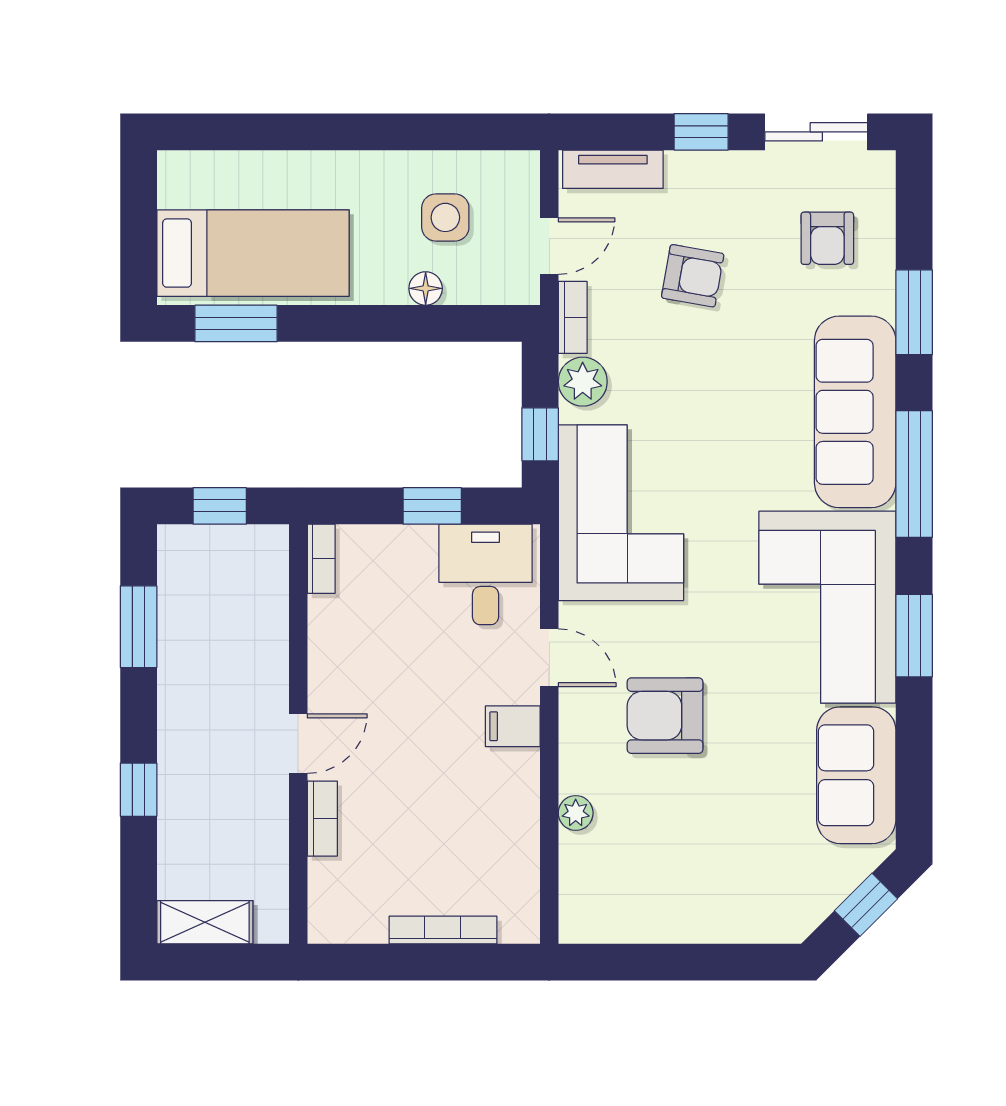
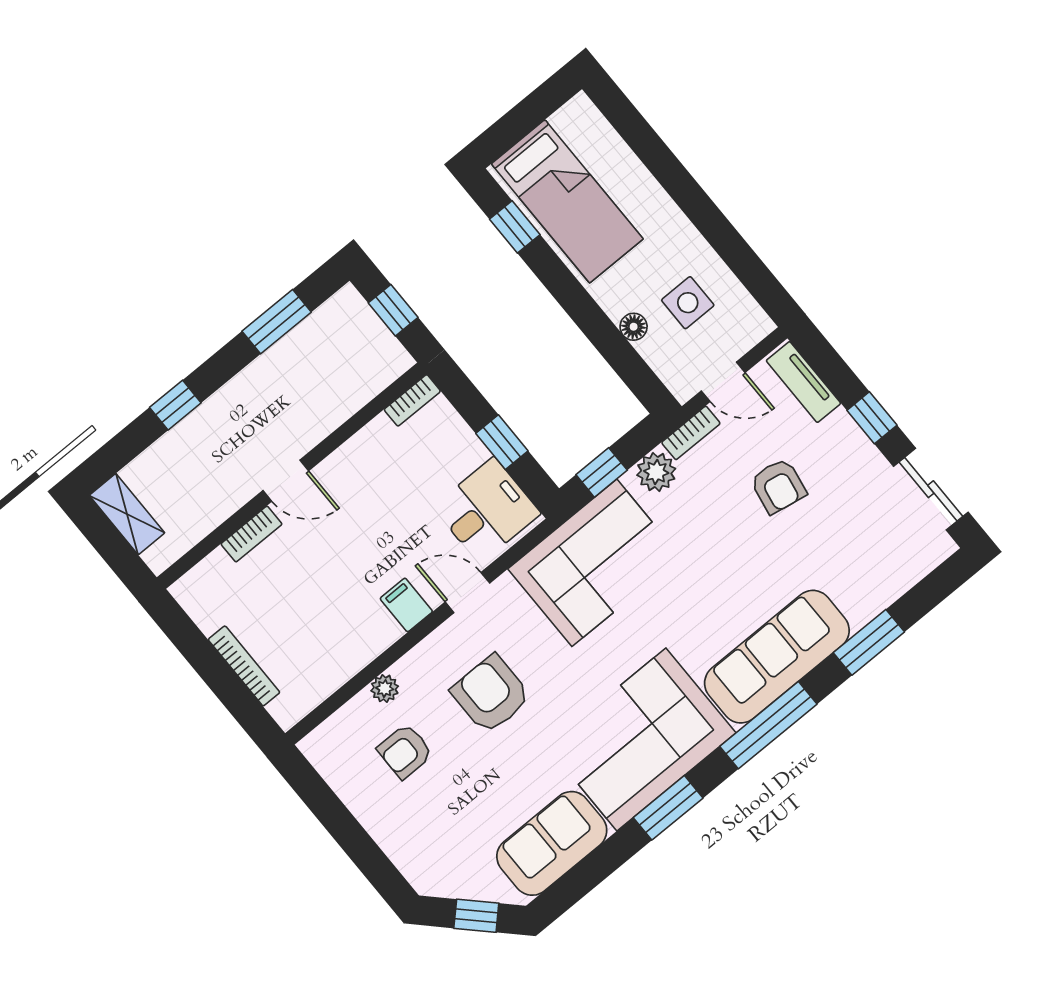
armchair: (827, 238) -> (405, 751), moved
window: (236, 323) -> (515, 227), width x0.67
door: (549, 658) -> (467, 593), swing flipped

